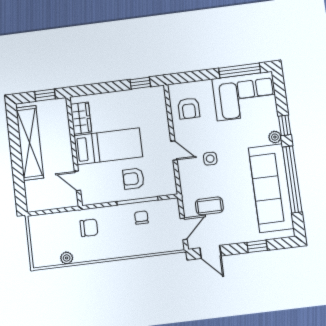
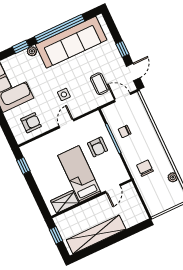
window: (257, 246) -> (122, 49), moved

